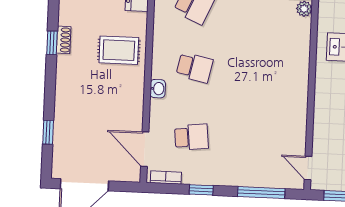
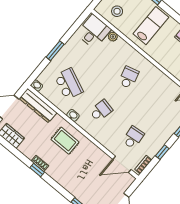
rug: (119, 50) -> (65, 141), turned 90
school desk: (266, 71) -> (129, 77), added
washbasin: (158, 89) -> (73, 115), moved

